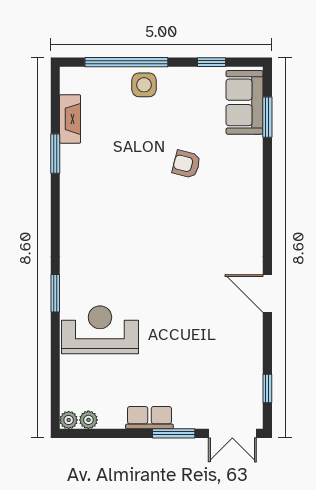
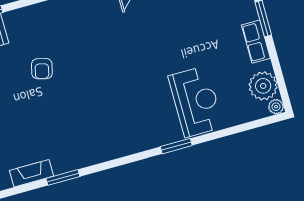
reception desk: (100, 330) -> (196, 102), turned 180
plant: (88, 420) -> (263, 86), width x1.87, depth x1.87

